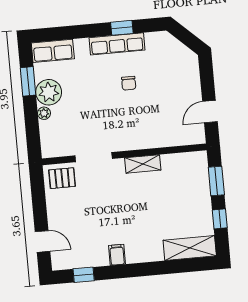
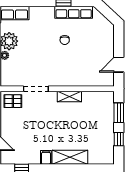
row of seats: (117, 44) -> (74, 12), moved
shelving: (190, 248) -> (70, 157), moved

